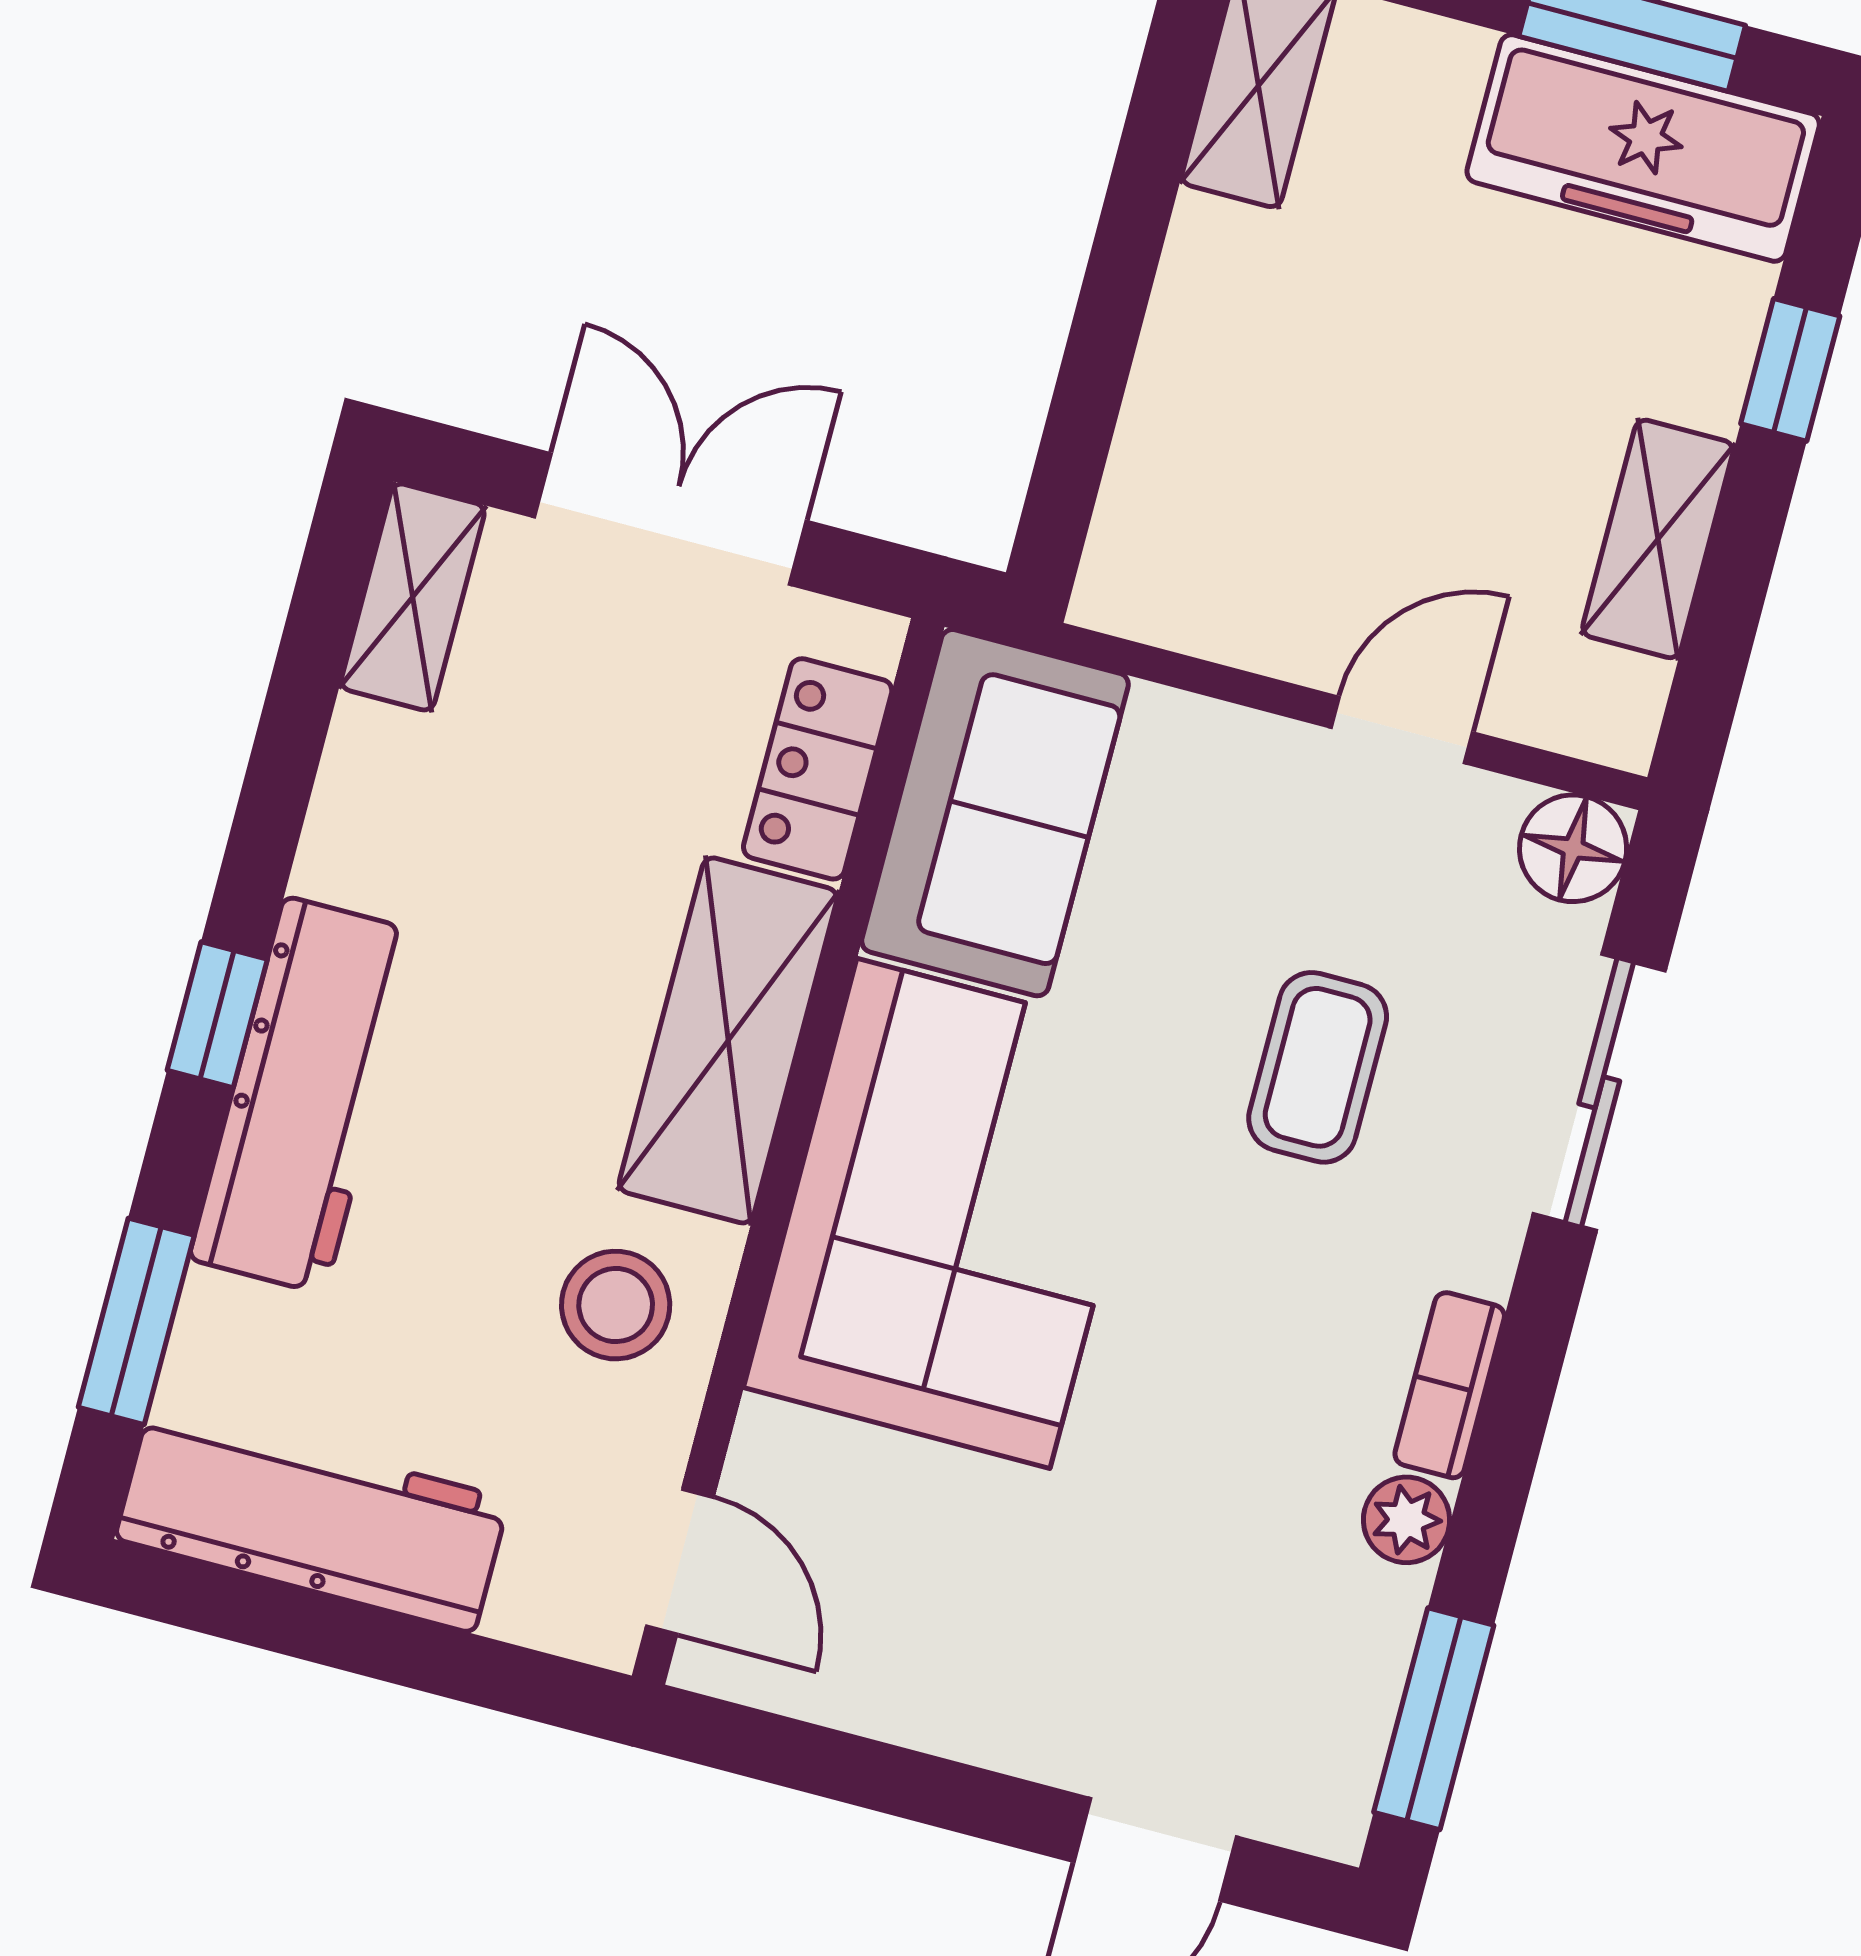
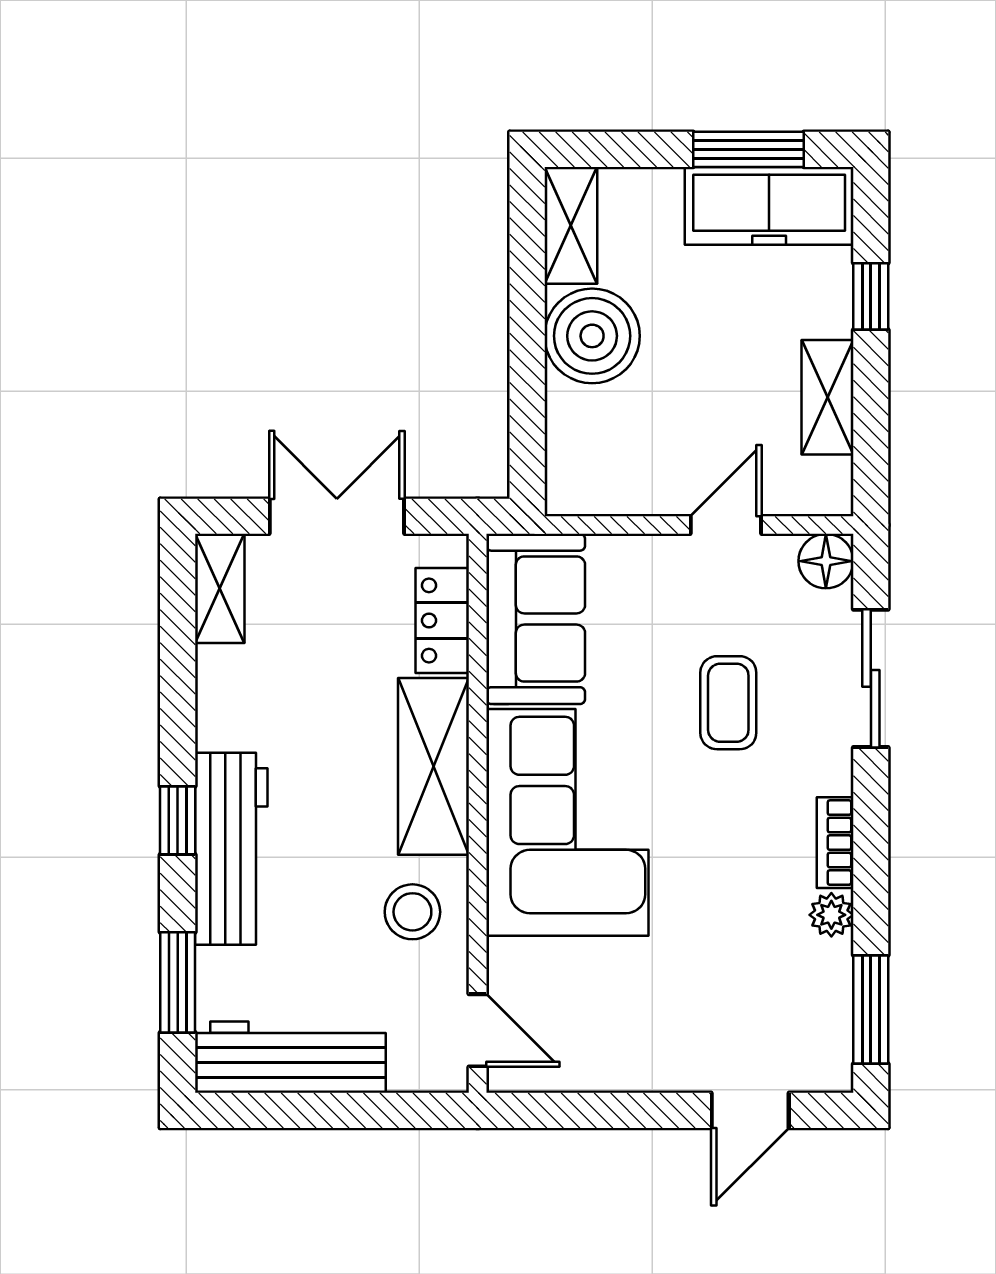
boiler: (1243, 305) -> (592, 336), added

